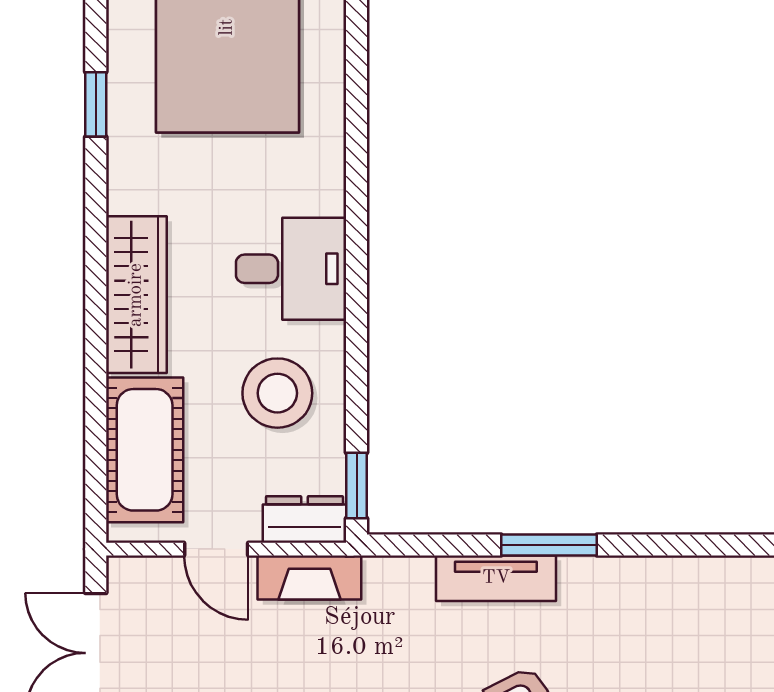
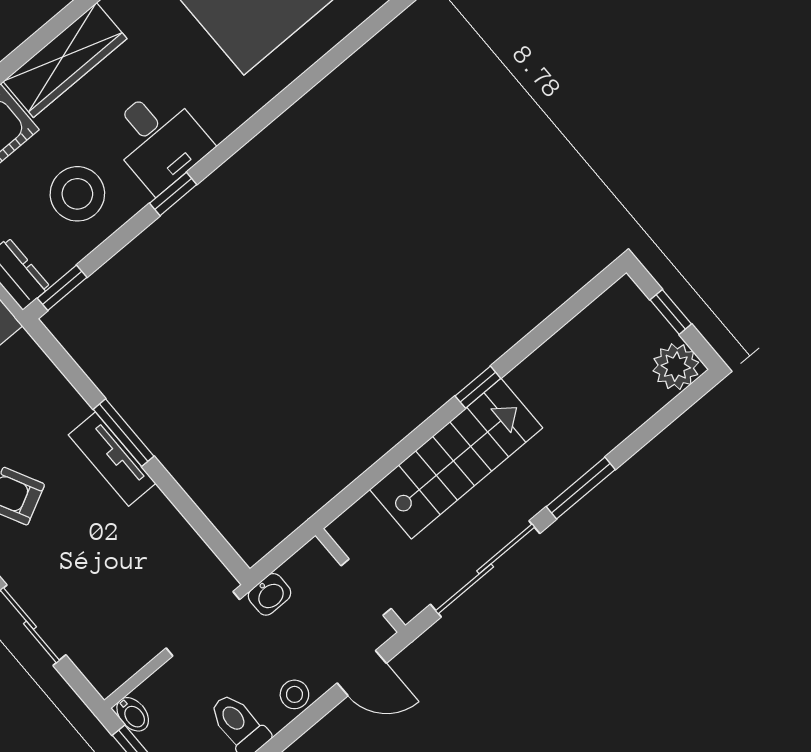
window: (357, 300) -> (173, 194), added
tv unit: (496, 578) -> (112, 459), moved

